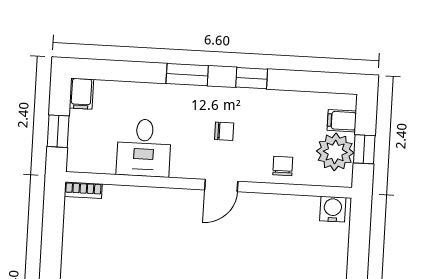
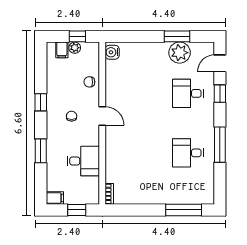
window: (187, 75) -> (41, 151), moved
plant: (335, 152) -> (75, 48), width x0.53, depth x0.53

